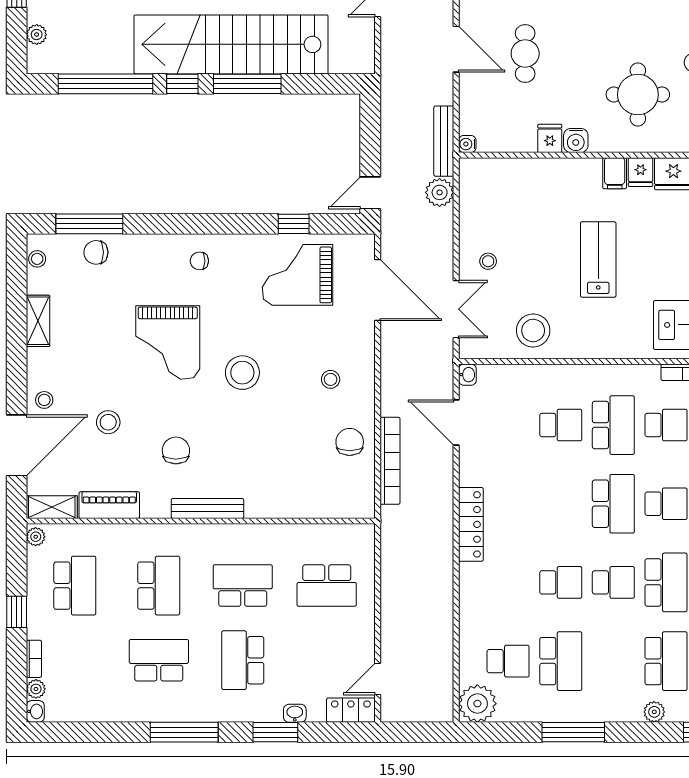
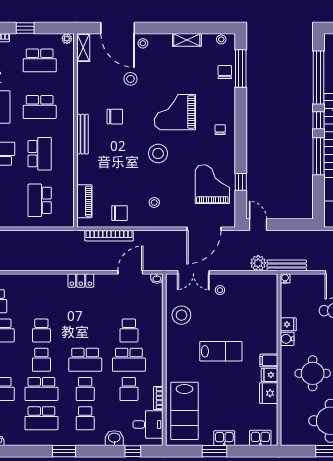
piano: (109, 505) -> (84, 201), moved
locker: (471, 524) -> (81, 280), width x0.66

